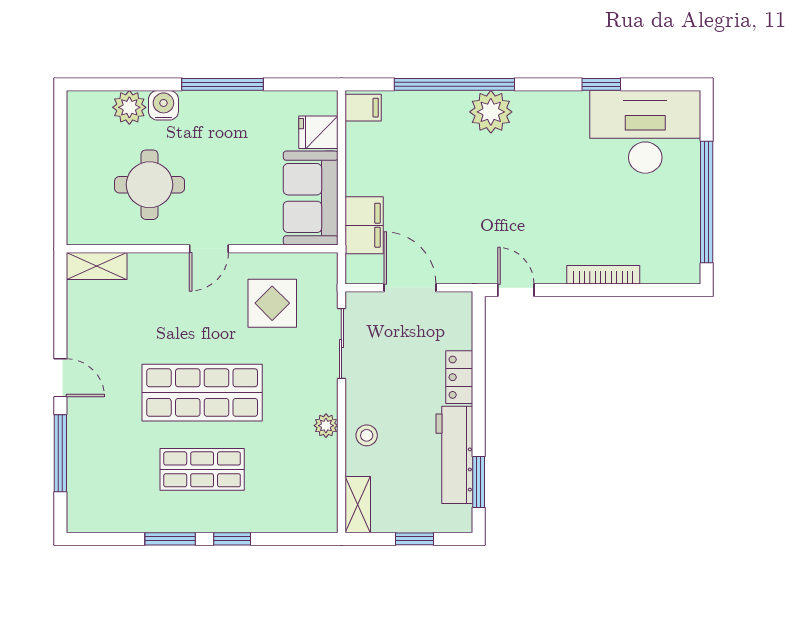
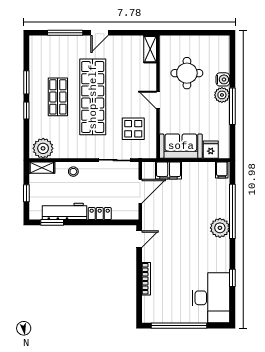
plant: (129, 107) -> (222, 95), moved
shop shelf: (202, 393) -> (93, 97), width x1.40
plant: (326, 426) -> (43, 148), moved, width x1.88, depth x1.88

